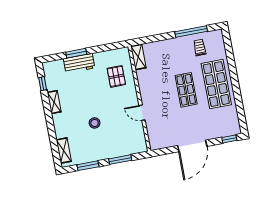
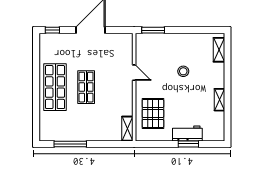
trolley: (200, 47) -> (65, 127), removed
pallet: (116, 76) -> (153, 113), width x1.50, depth x1.42
window: (43, 84) -> (227, 120), removed
window: (120, 160) -> (153, 30), moved
window: (88, 166) -> (198, 30), removed

